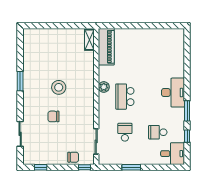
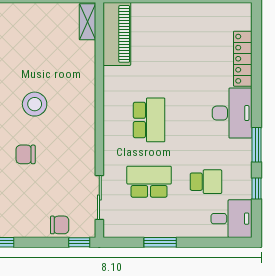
locker: (179, 61) -> (243, 59), added
plant: (104, 87) -> (113, 103), removed
school desk: (125, 97) -> (149, 120), turned 180
school desk: (125, 132) -> (149, 182), width x1.85
school desk: (158, 132) -> (206, 182), turned 180

